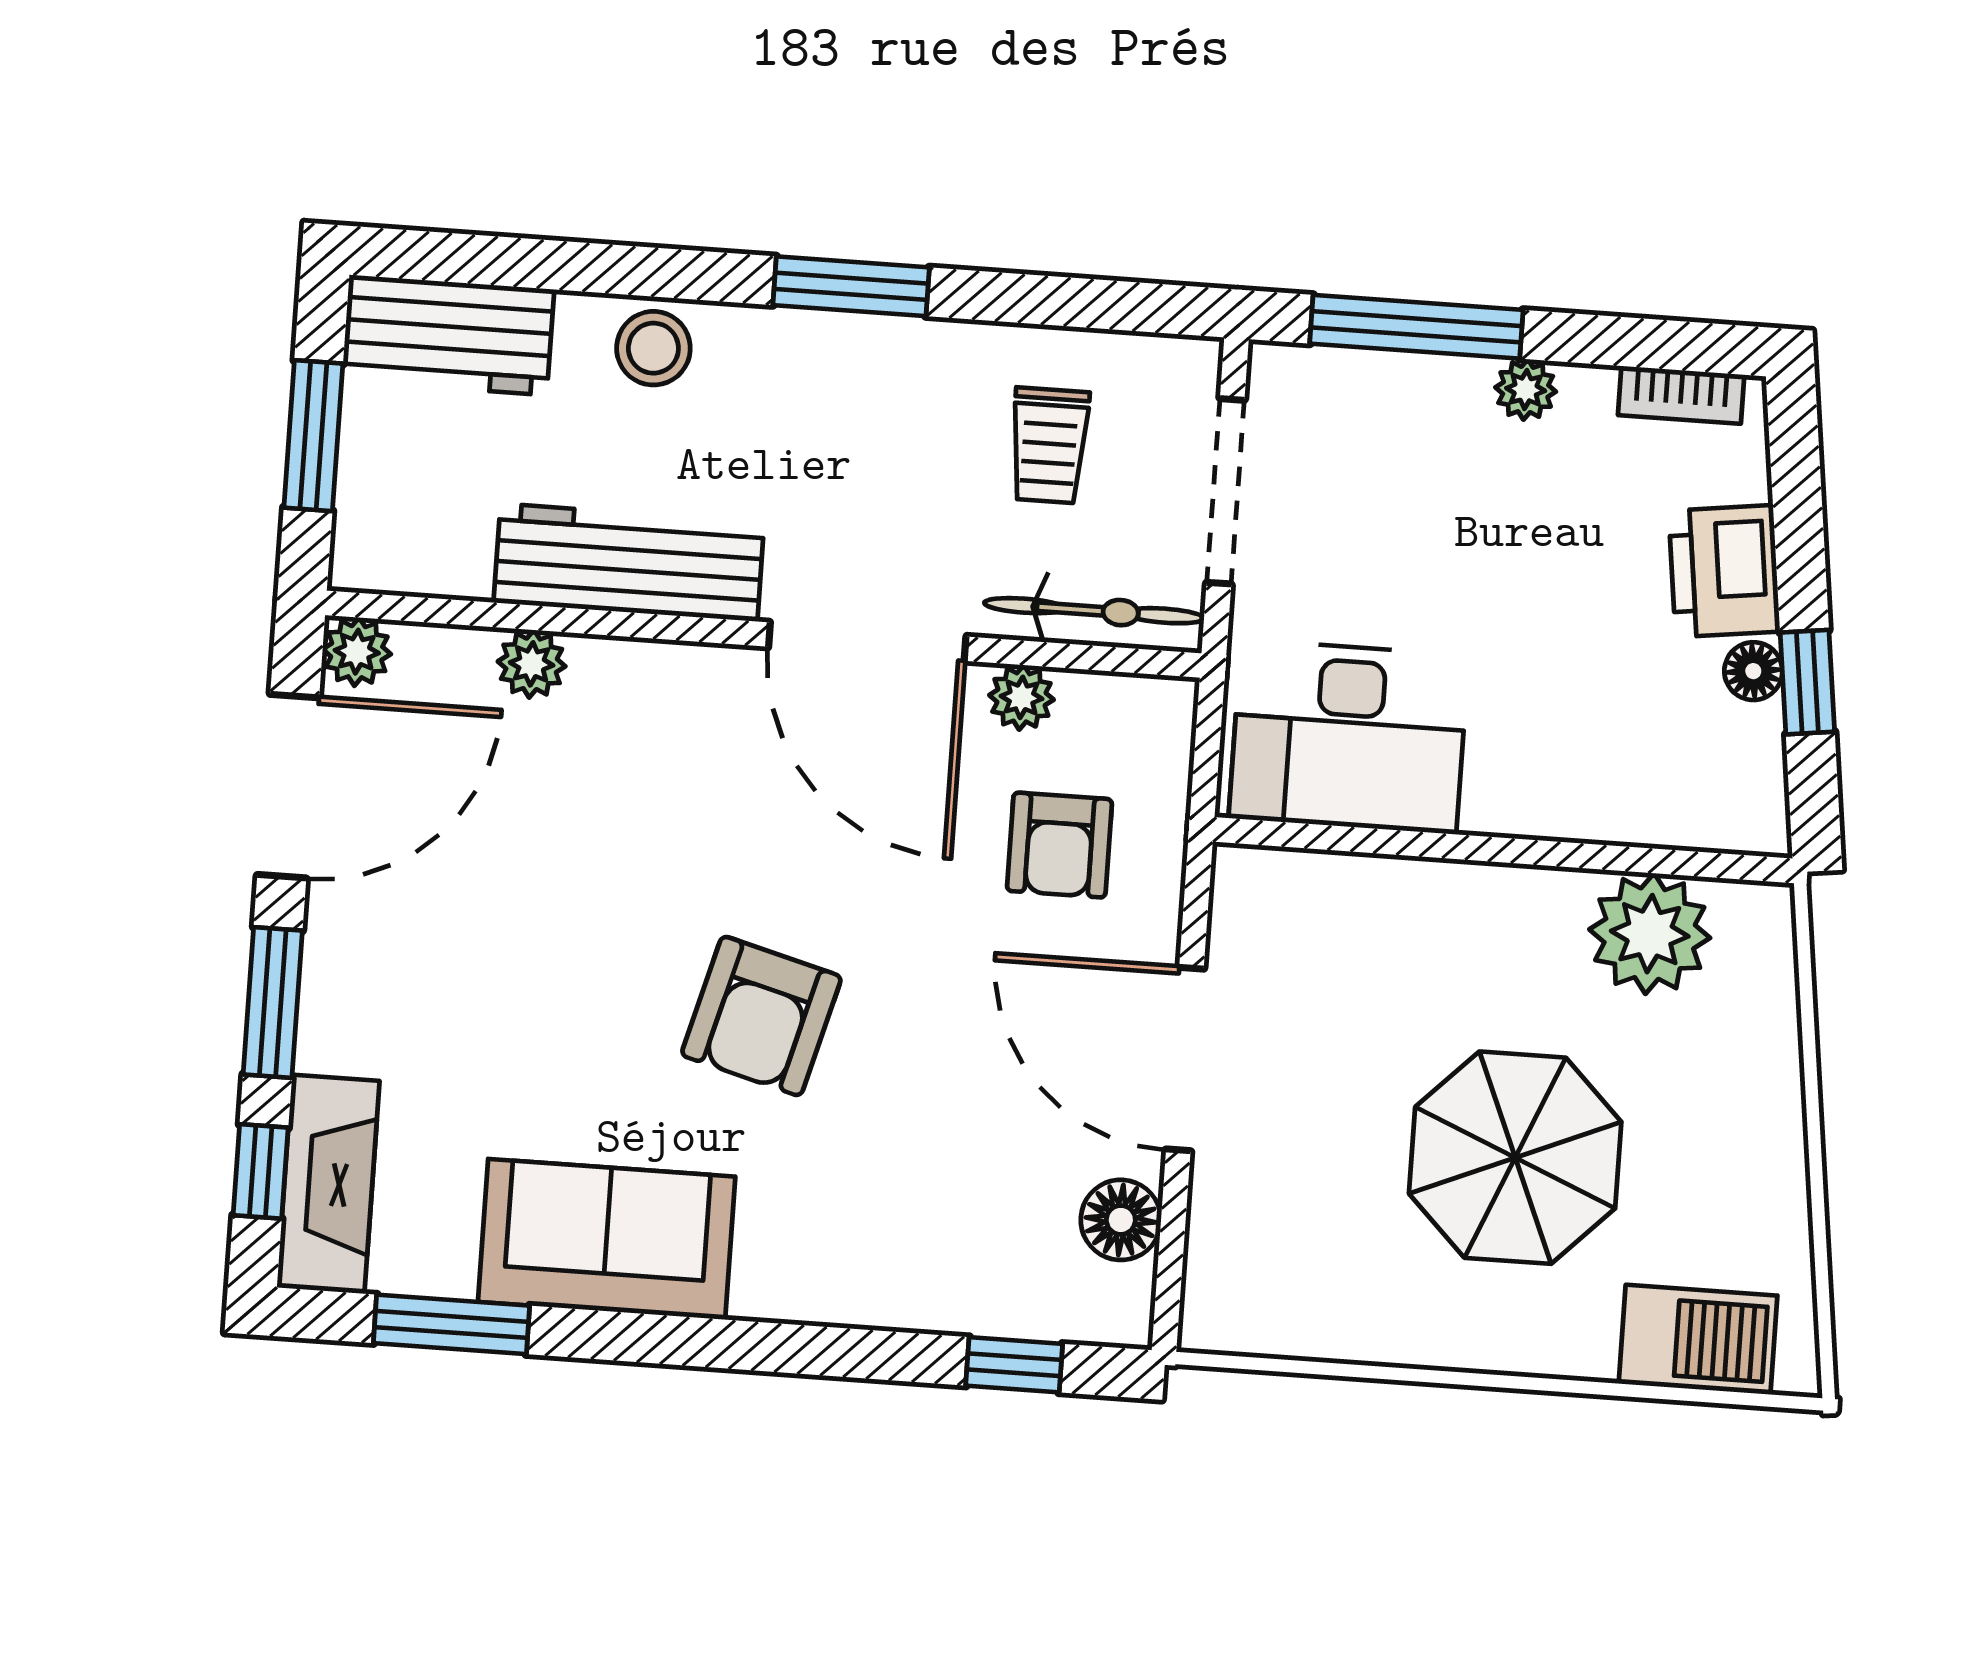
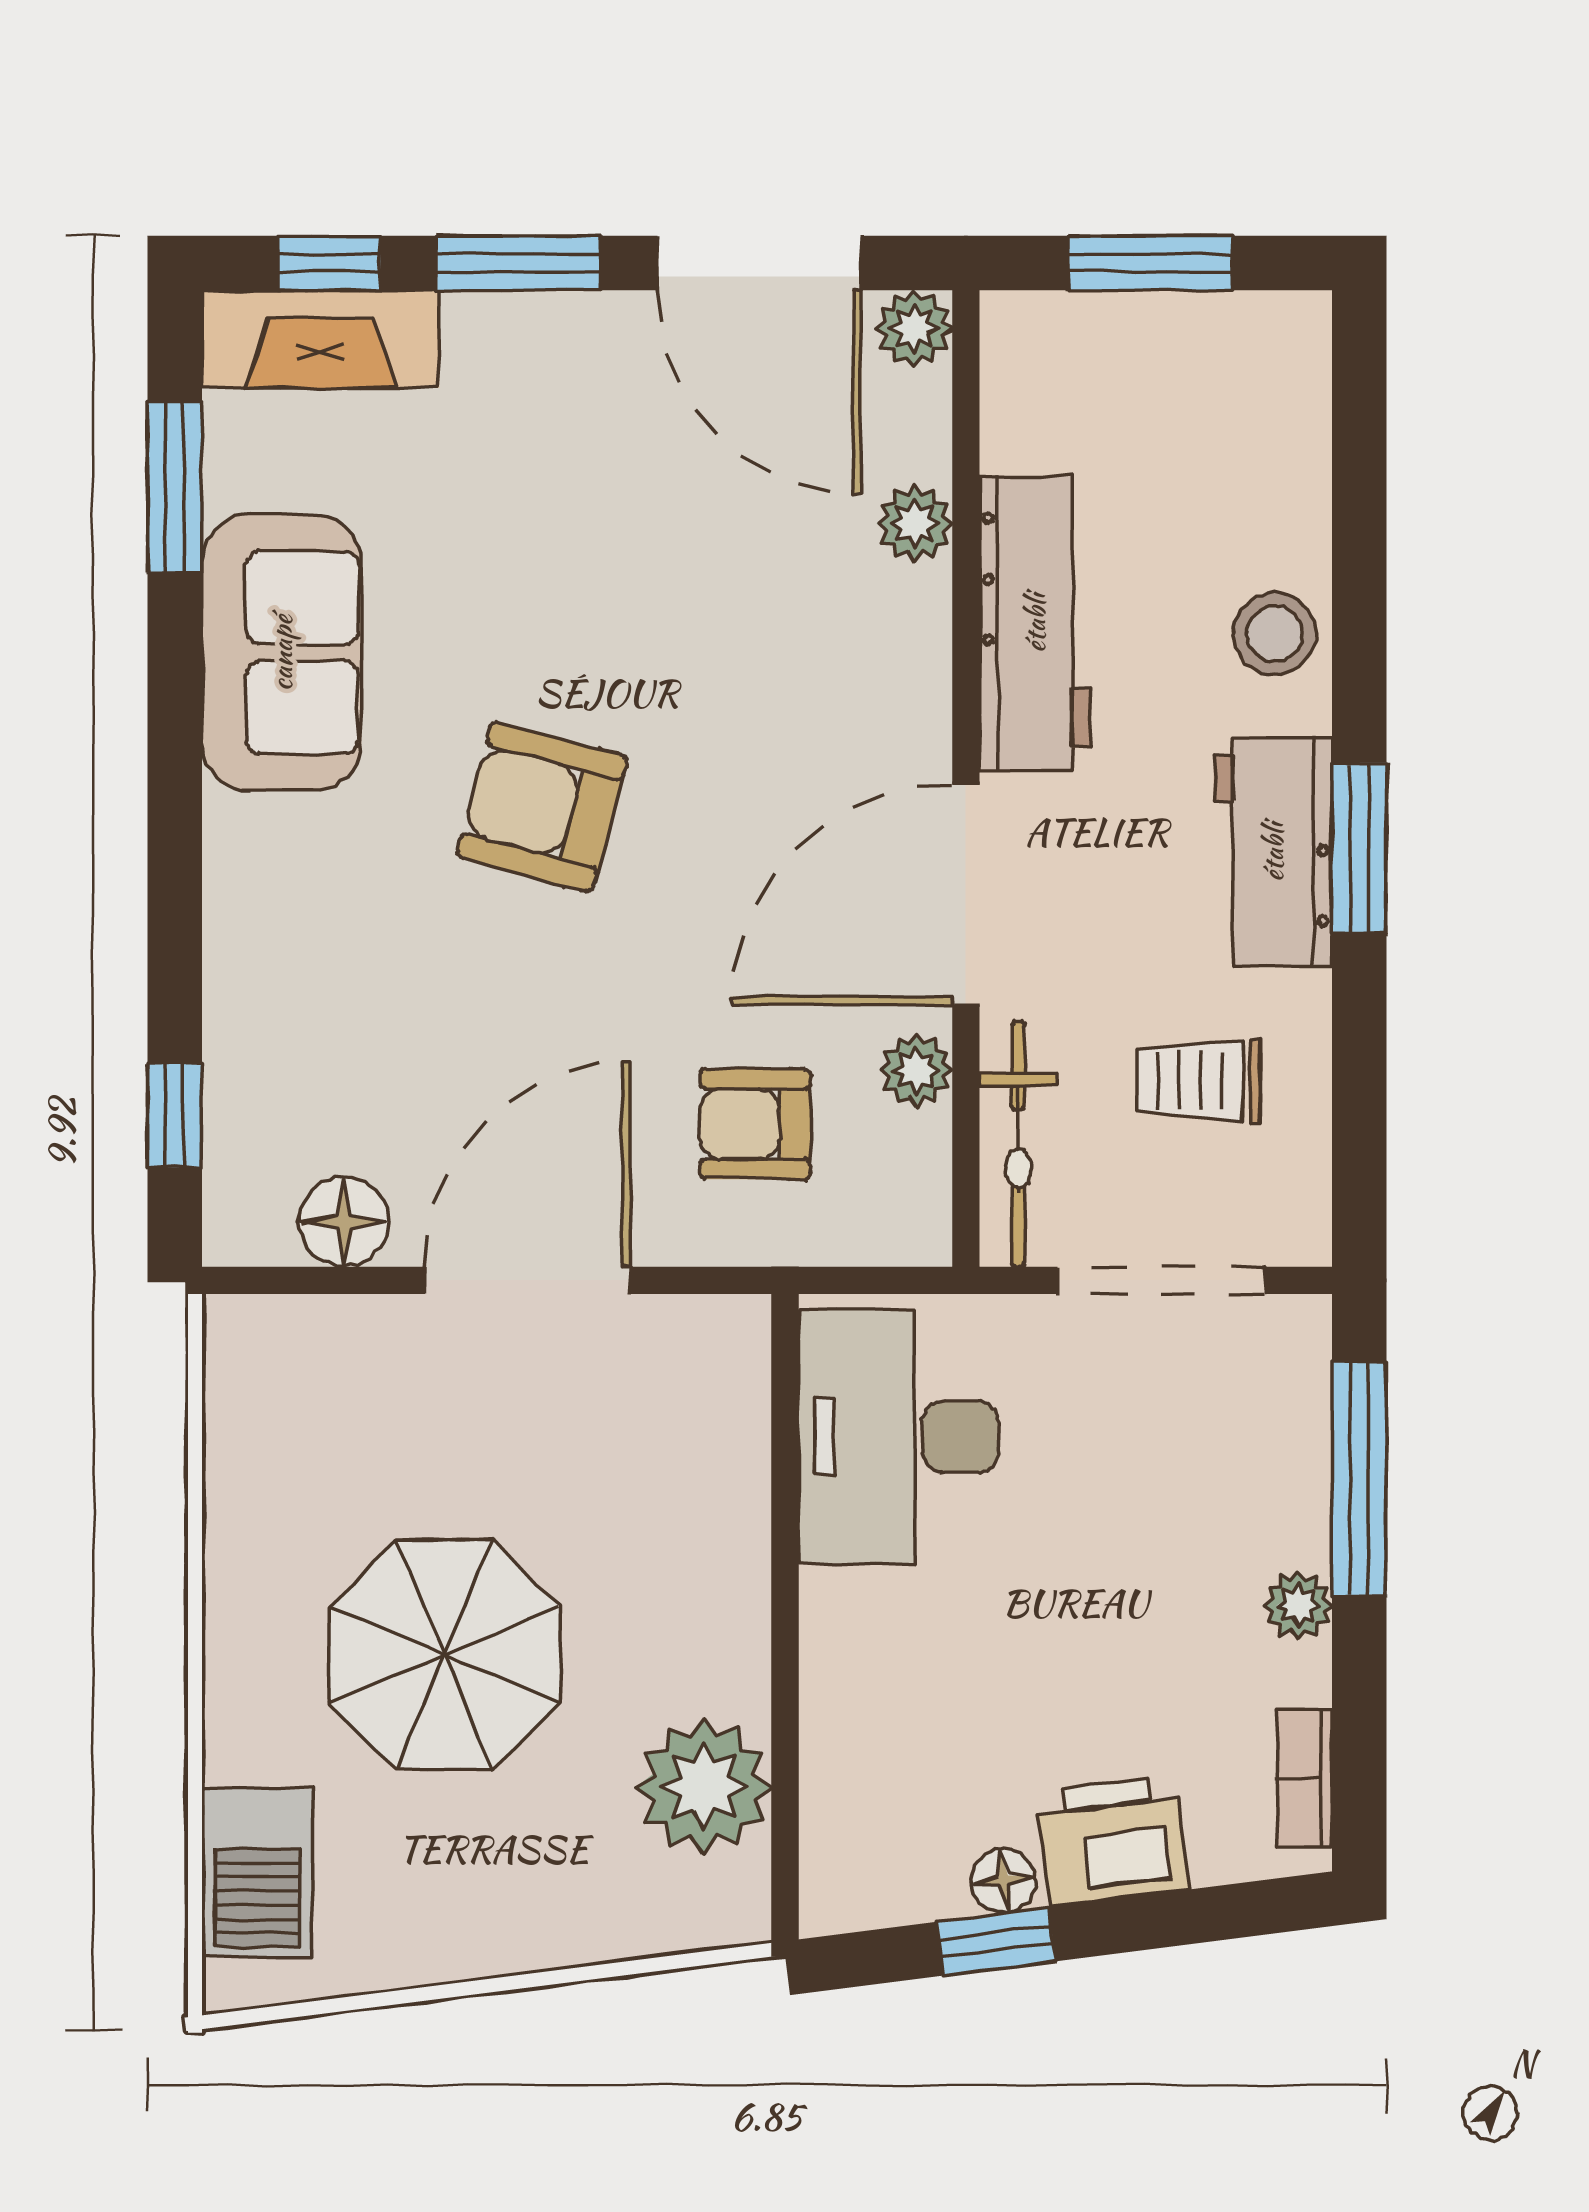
workbench: (448, 335) -> (1273, 852), moved

